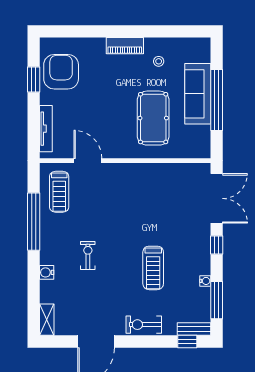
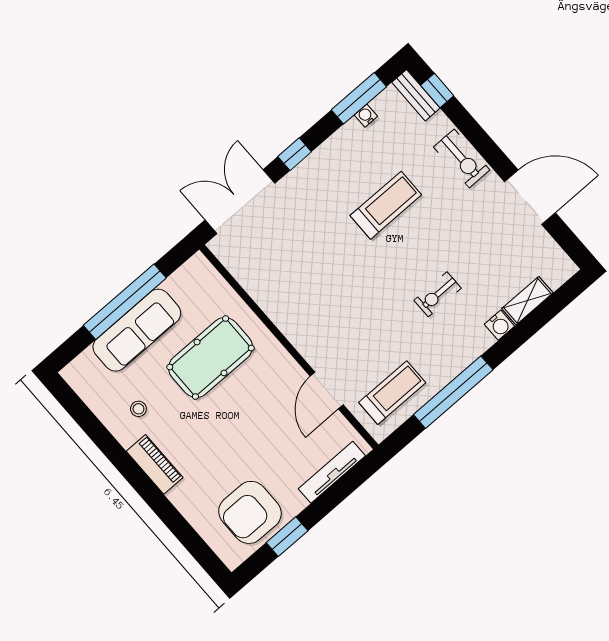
water cooler: (205, 281) -> (366, 116), moved
shelving: (47, 320) -> (527, 301), moved

